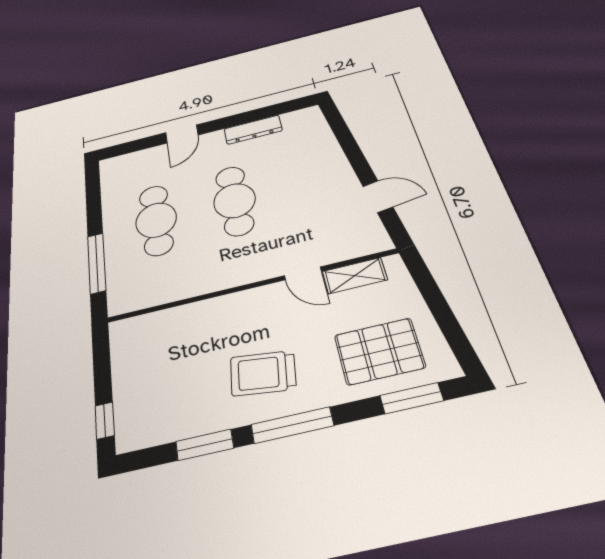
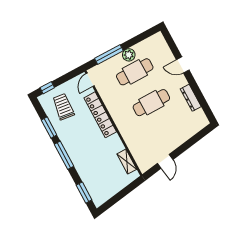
plant: (116, 225) -> (129, 55), added
door: (303, 273) -> (90, 80), moved
locker: (221, 310) -> (100, 115), added
pallet: (379, 351) -> (98, 178), removed
trolley: (263, 373) -> (63, 107), moved

